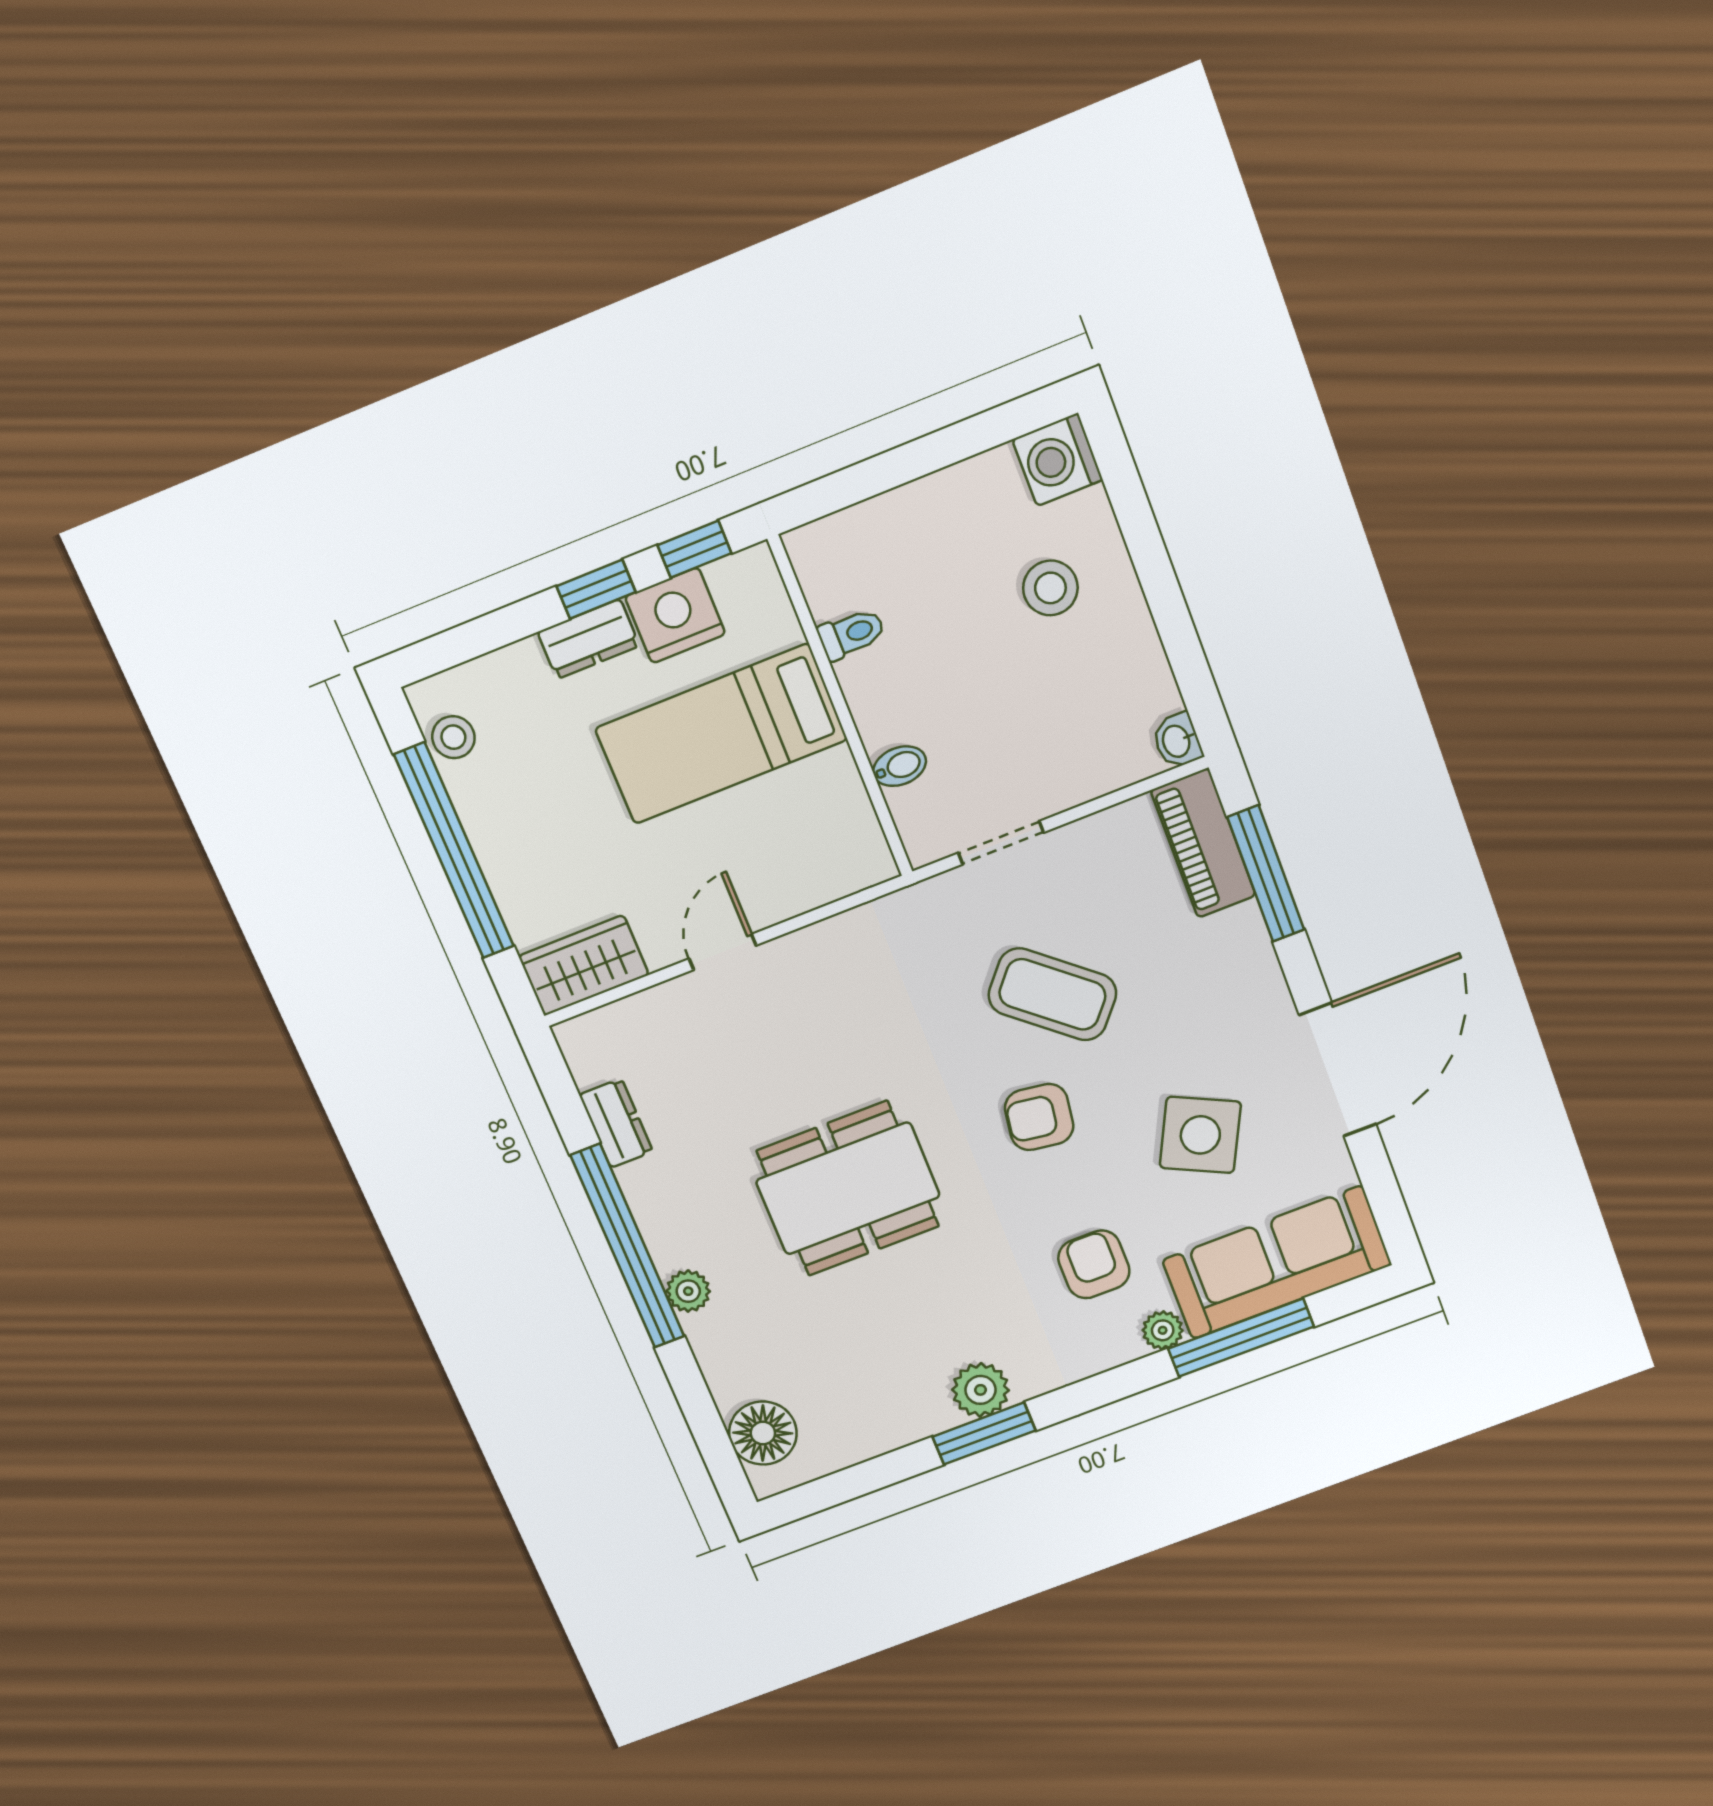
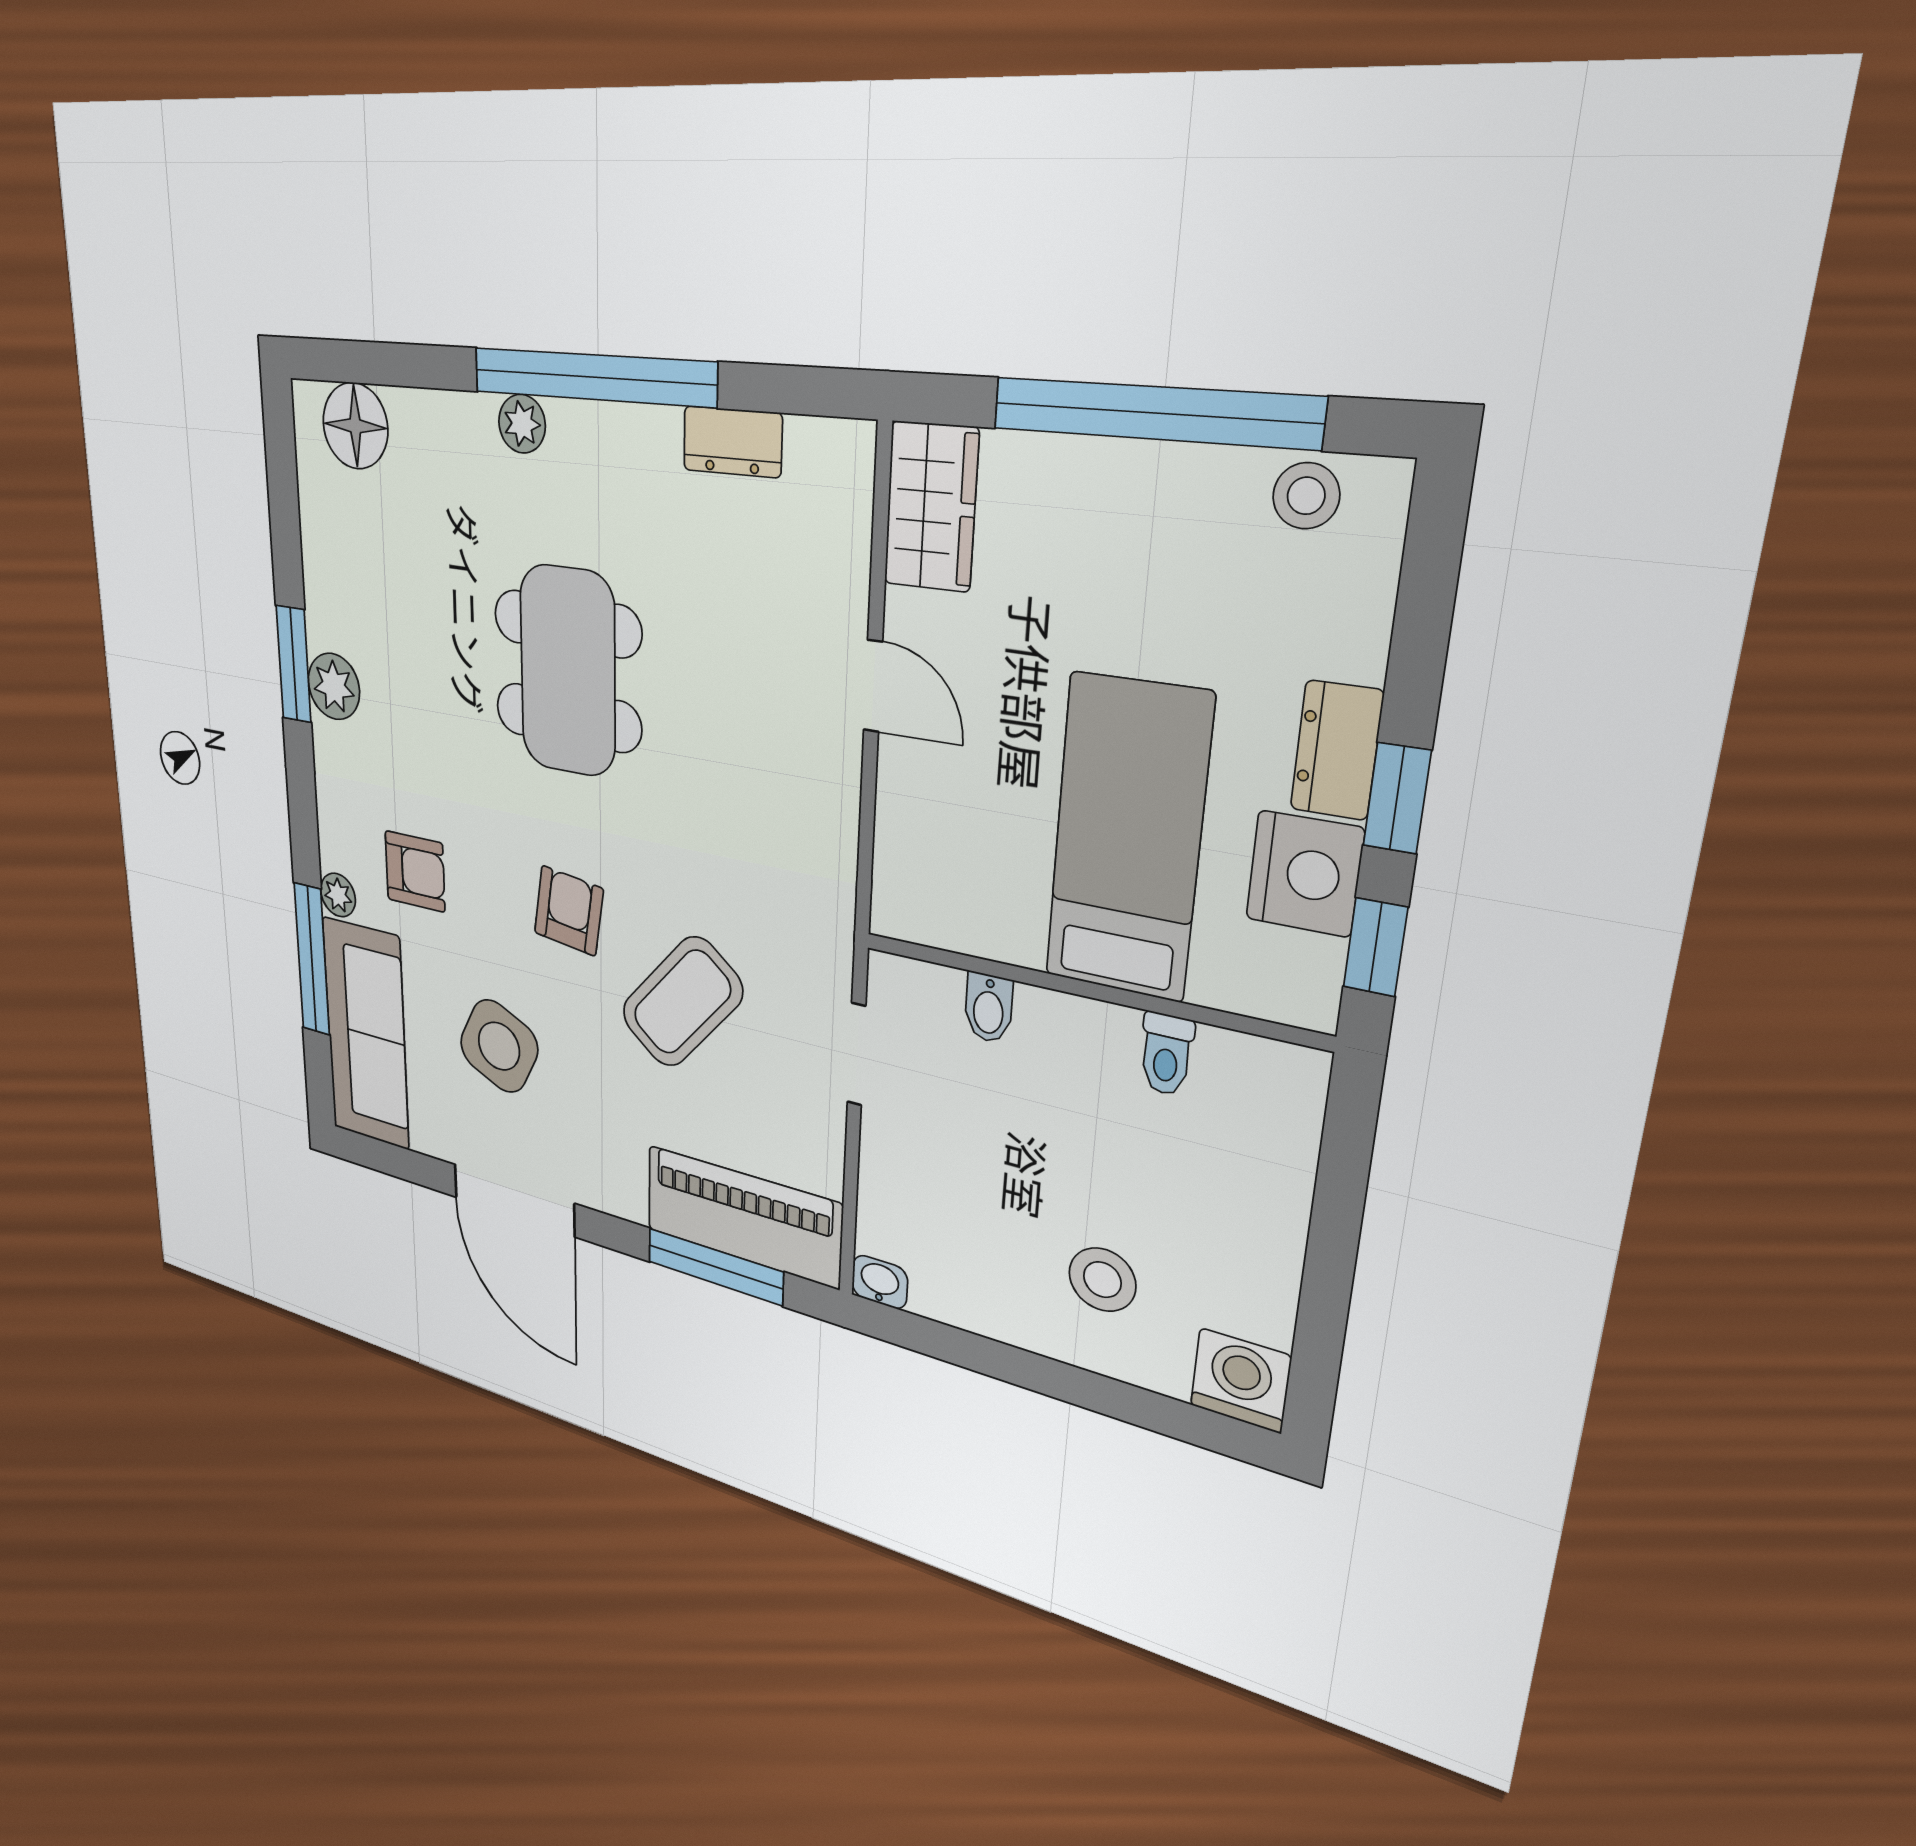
piano: (1203, 843) -> (743, 1217), width x1.37, depth x1.33

